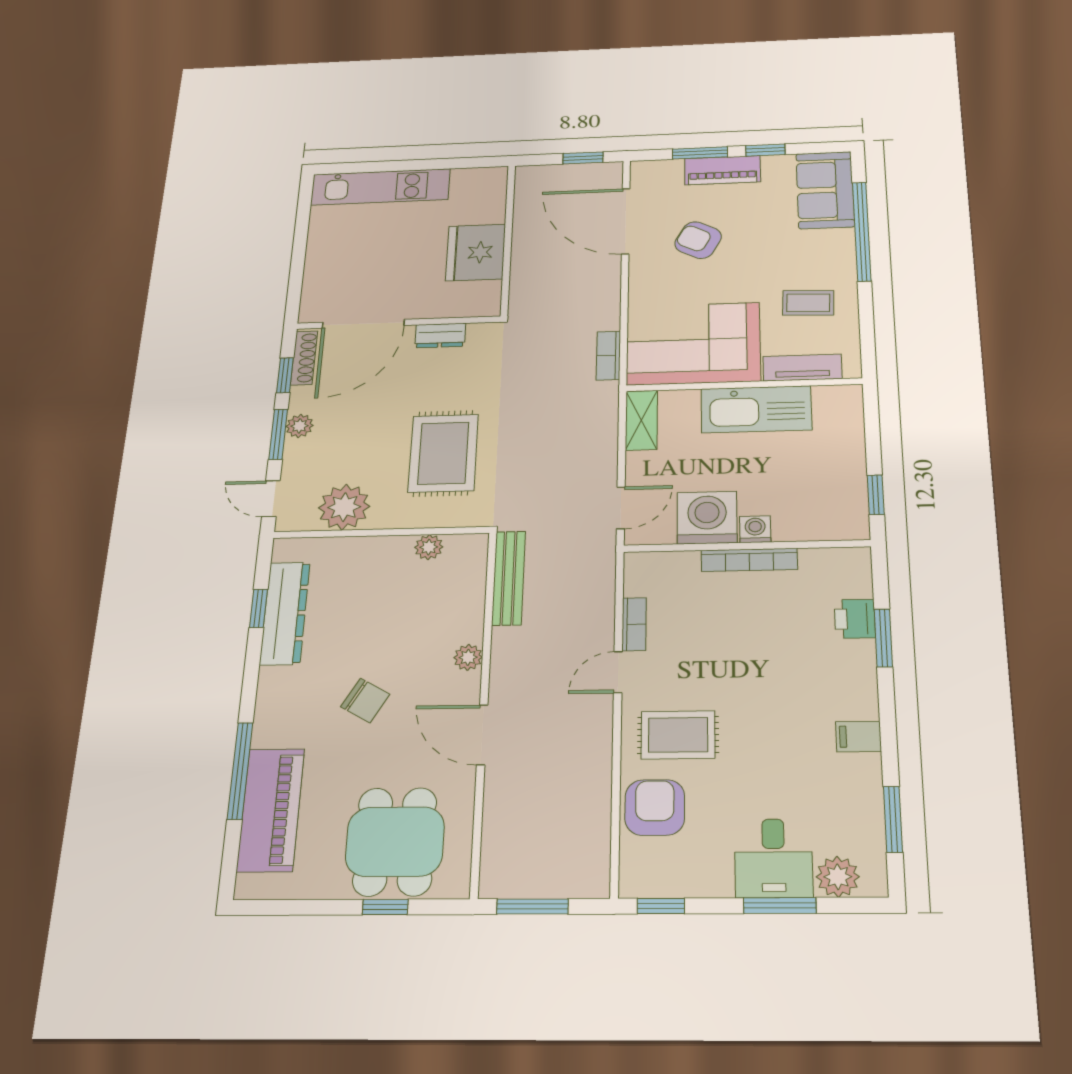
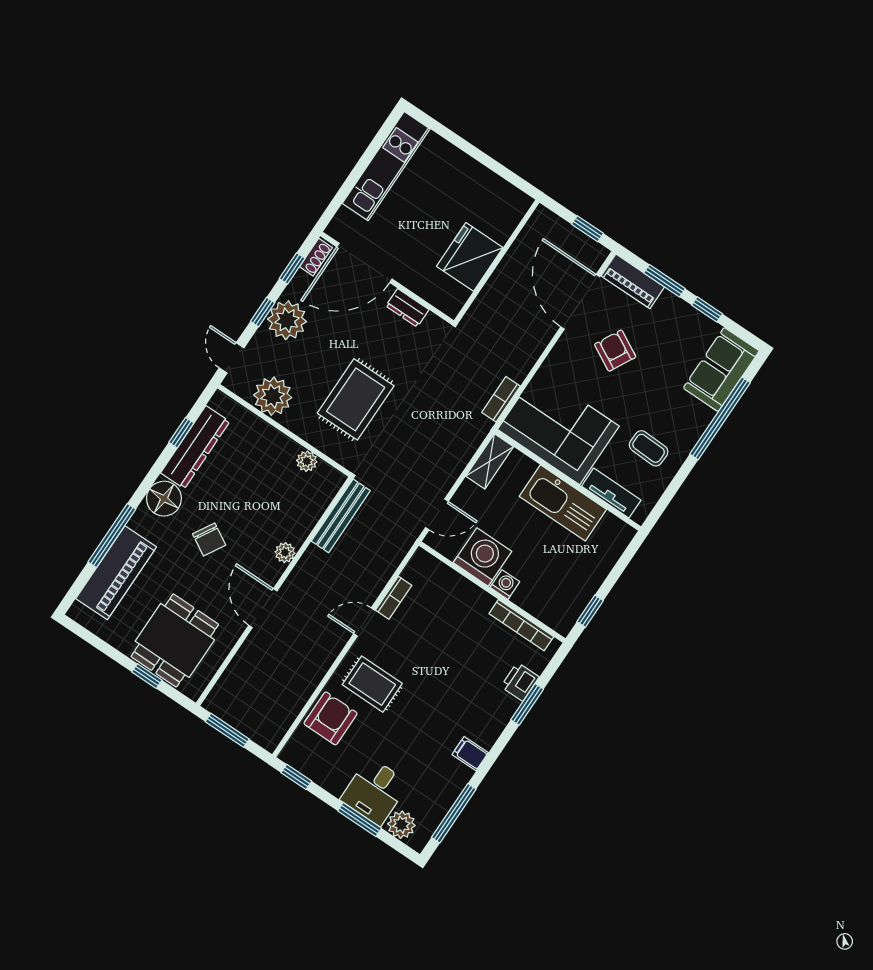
piano: (722, 170) -> (633, 281), moved
kitchen unit: (380, 187) -> (386, 166), moved, turned -90
shoe rack: (304, 358) -> (316, 257), width x0.70
plant: (300, 426) -> (287, 320), width x1.88, depth x1.88
window: (278, 434) -> (263, 312), width x0.67
bookcase: (749, 560) -> (521, 625), moved
floor lamp: (281, 690) -> (164, 499), added
window: (893, 819) -> (454, 813), width x1.44

